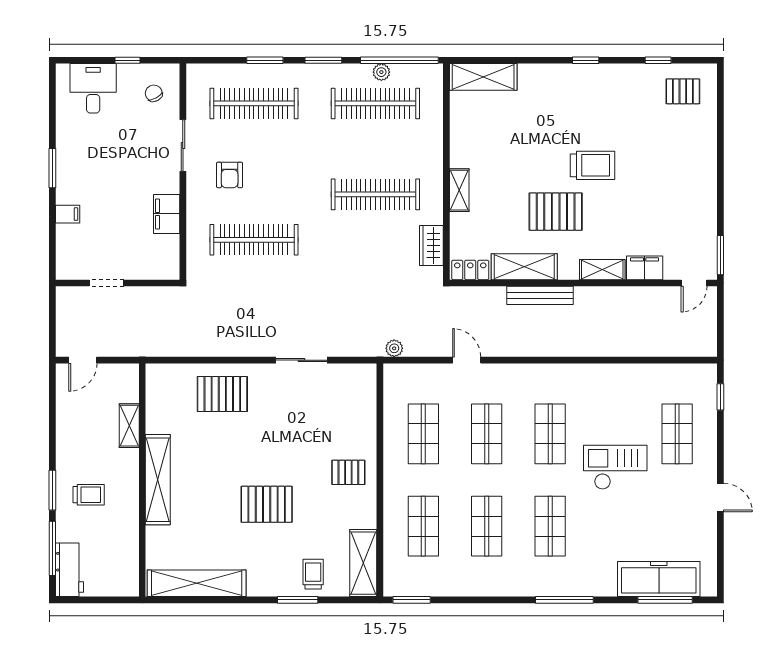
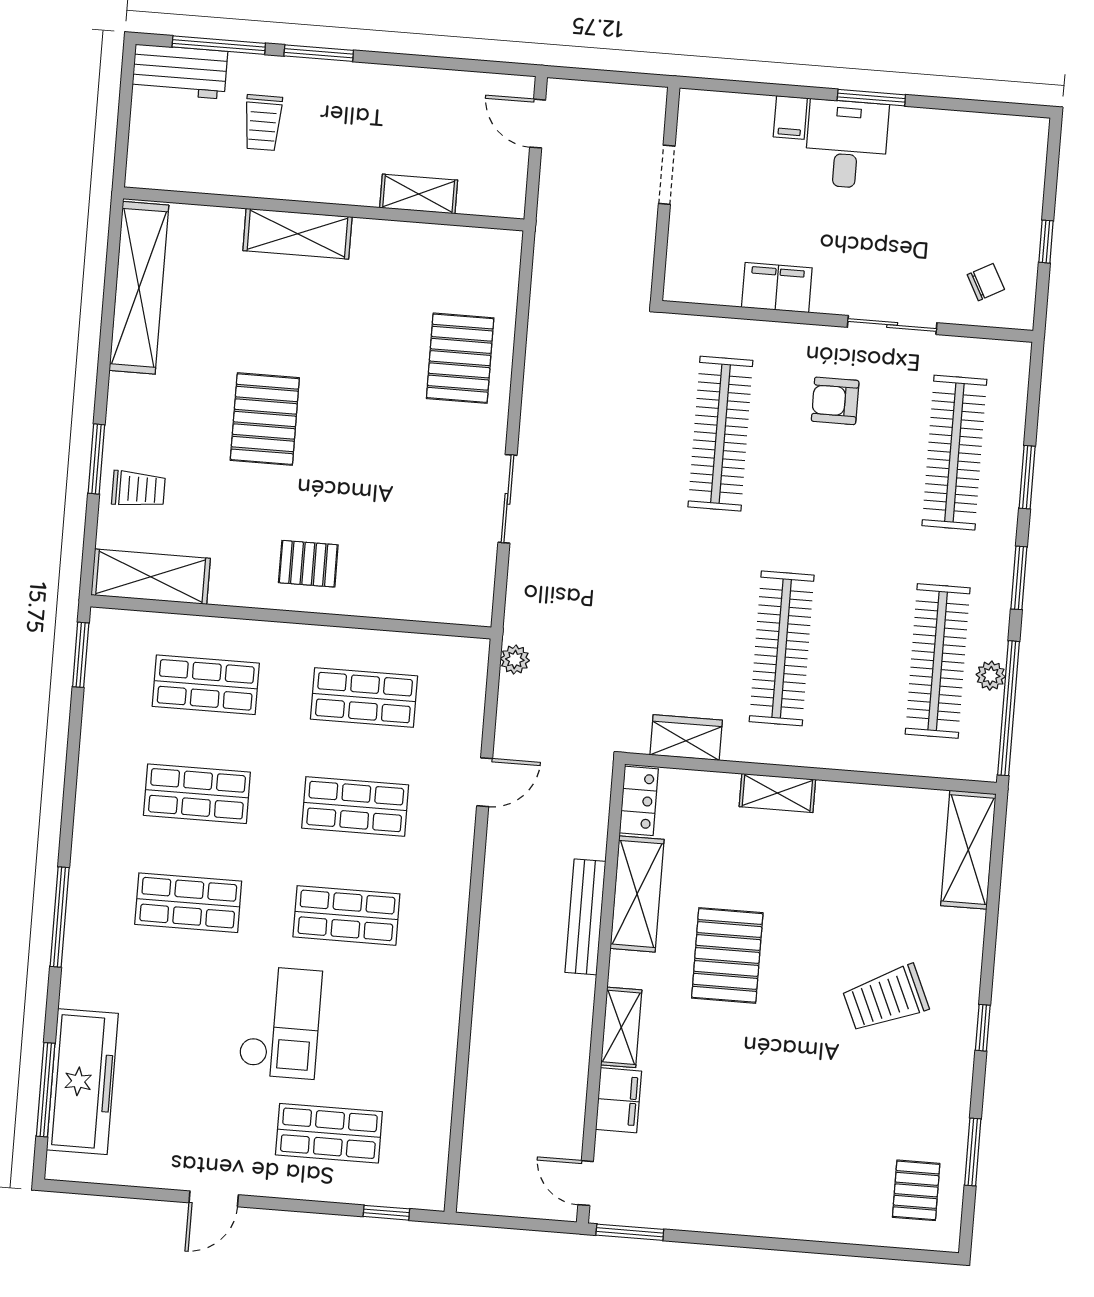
window: (658, 60) -> (973, 1152), width x1.50
desk: (93, 88) -> (847, 144), moved, turned -90
trolley: (593, 165) -> (886, 999), moved, turned 66
pallet: (348, 472) -> (308, 564), turned 90
shelving: (158, 480) -> (297, 234), width x0.68
trolley: (89, 495) -> (263, 123), moved

